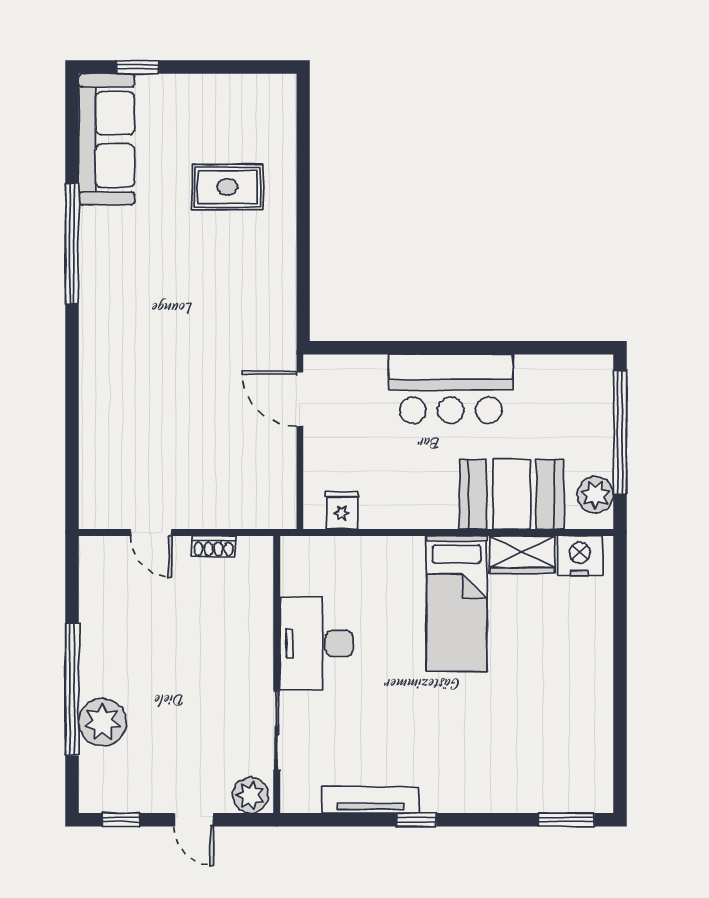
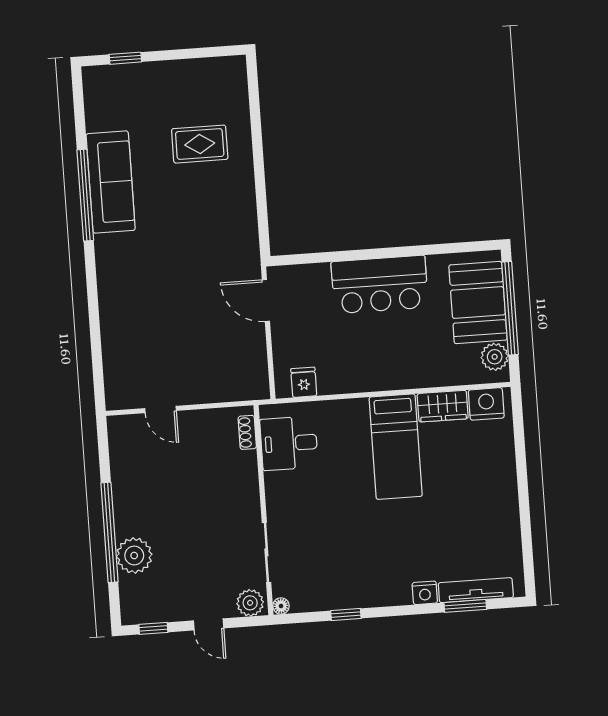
sofa: (107, 139) -> (111, 182), moved
booth: (512, 494) -> (478, 302), moved, turned 90
shoe rack: (213, 546) -> (247, 432), moved, turned 90
desk: (317, 643) -> (289, 443), moved, width x0.73
nightstand: (481, 799) -> (425, 593), added
tv unit: (370, 800) -> (476, 590), moved
floor lamp: (291, 802) -> (281, 606), added
window: (416, 820) -> (346, 615), moved
window: (566, 820) -> (465, 606), moved

